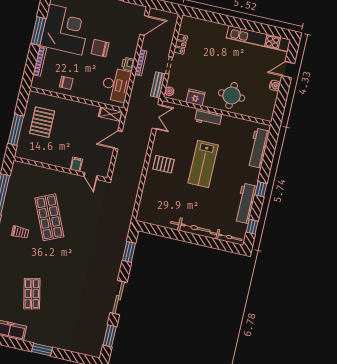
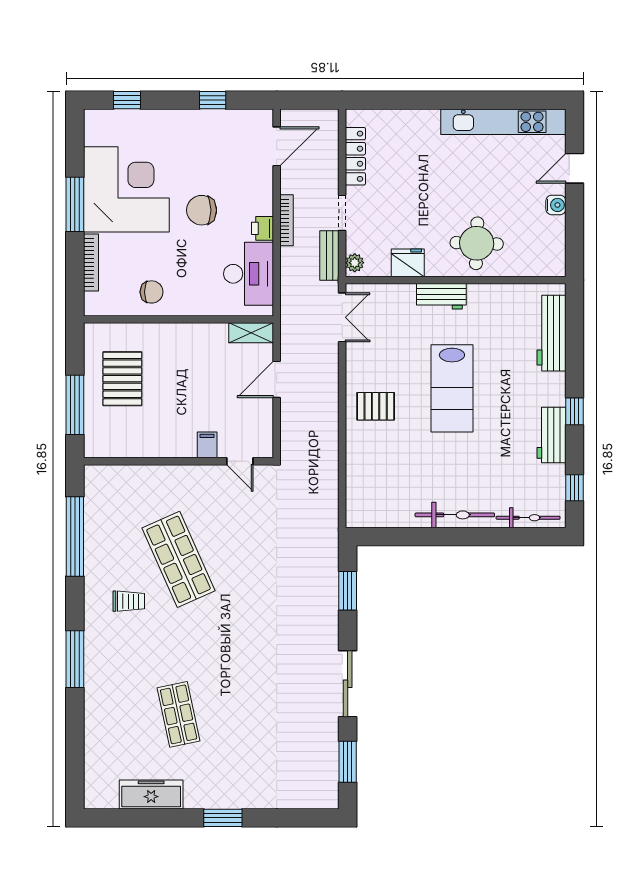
locker: (181, 44) -> (355, 156), width x1.53
workbench: (246, 203) -> (551, 435), width x0.73

